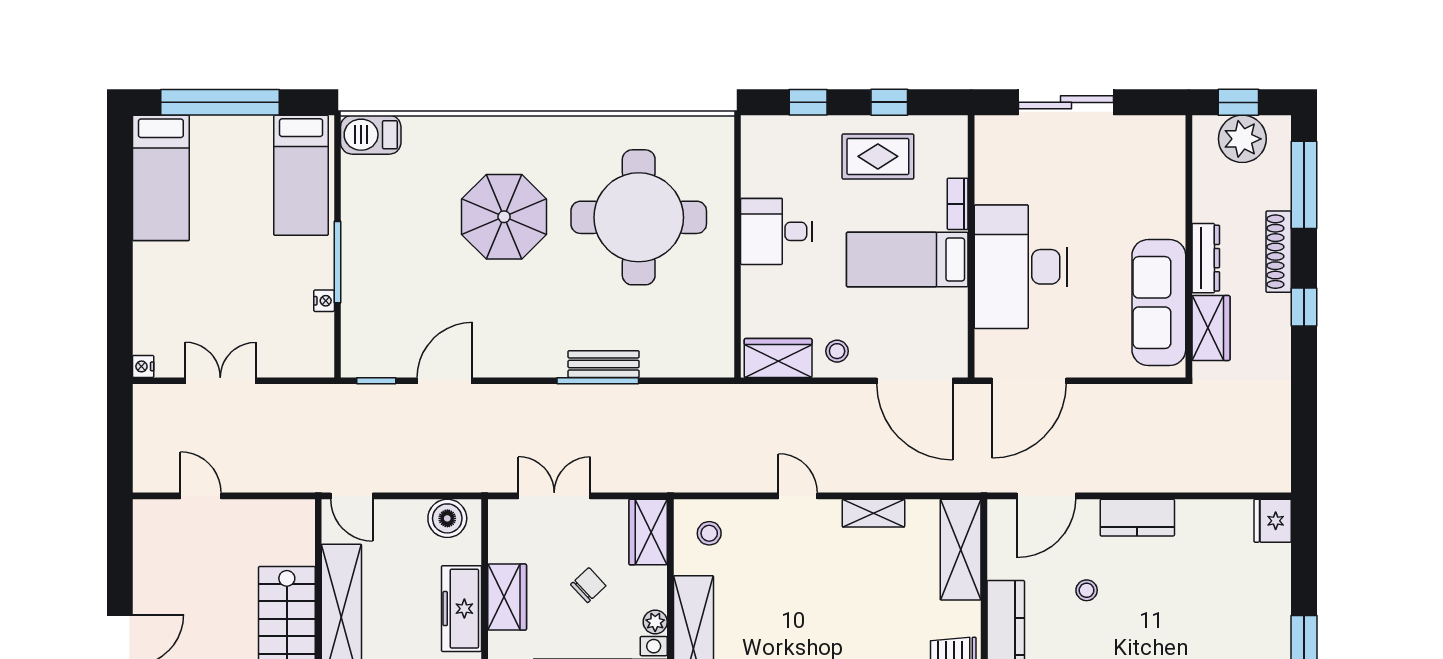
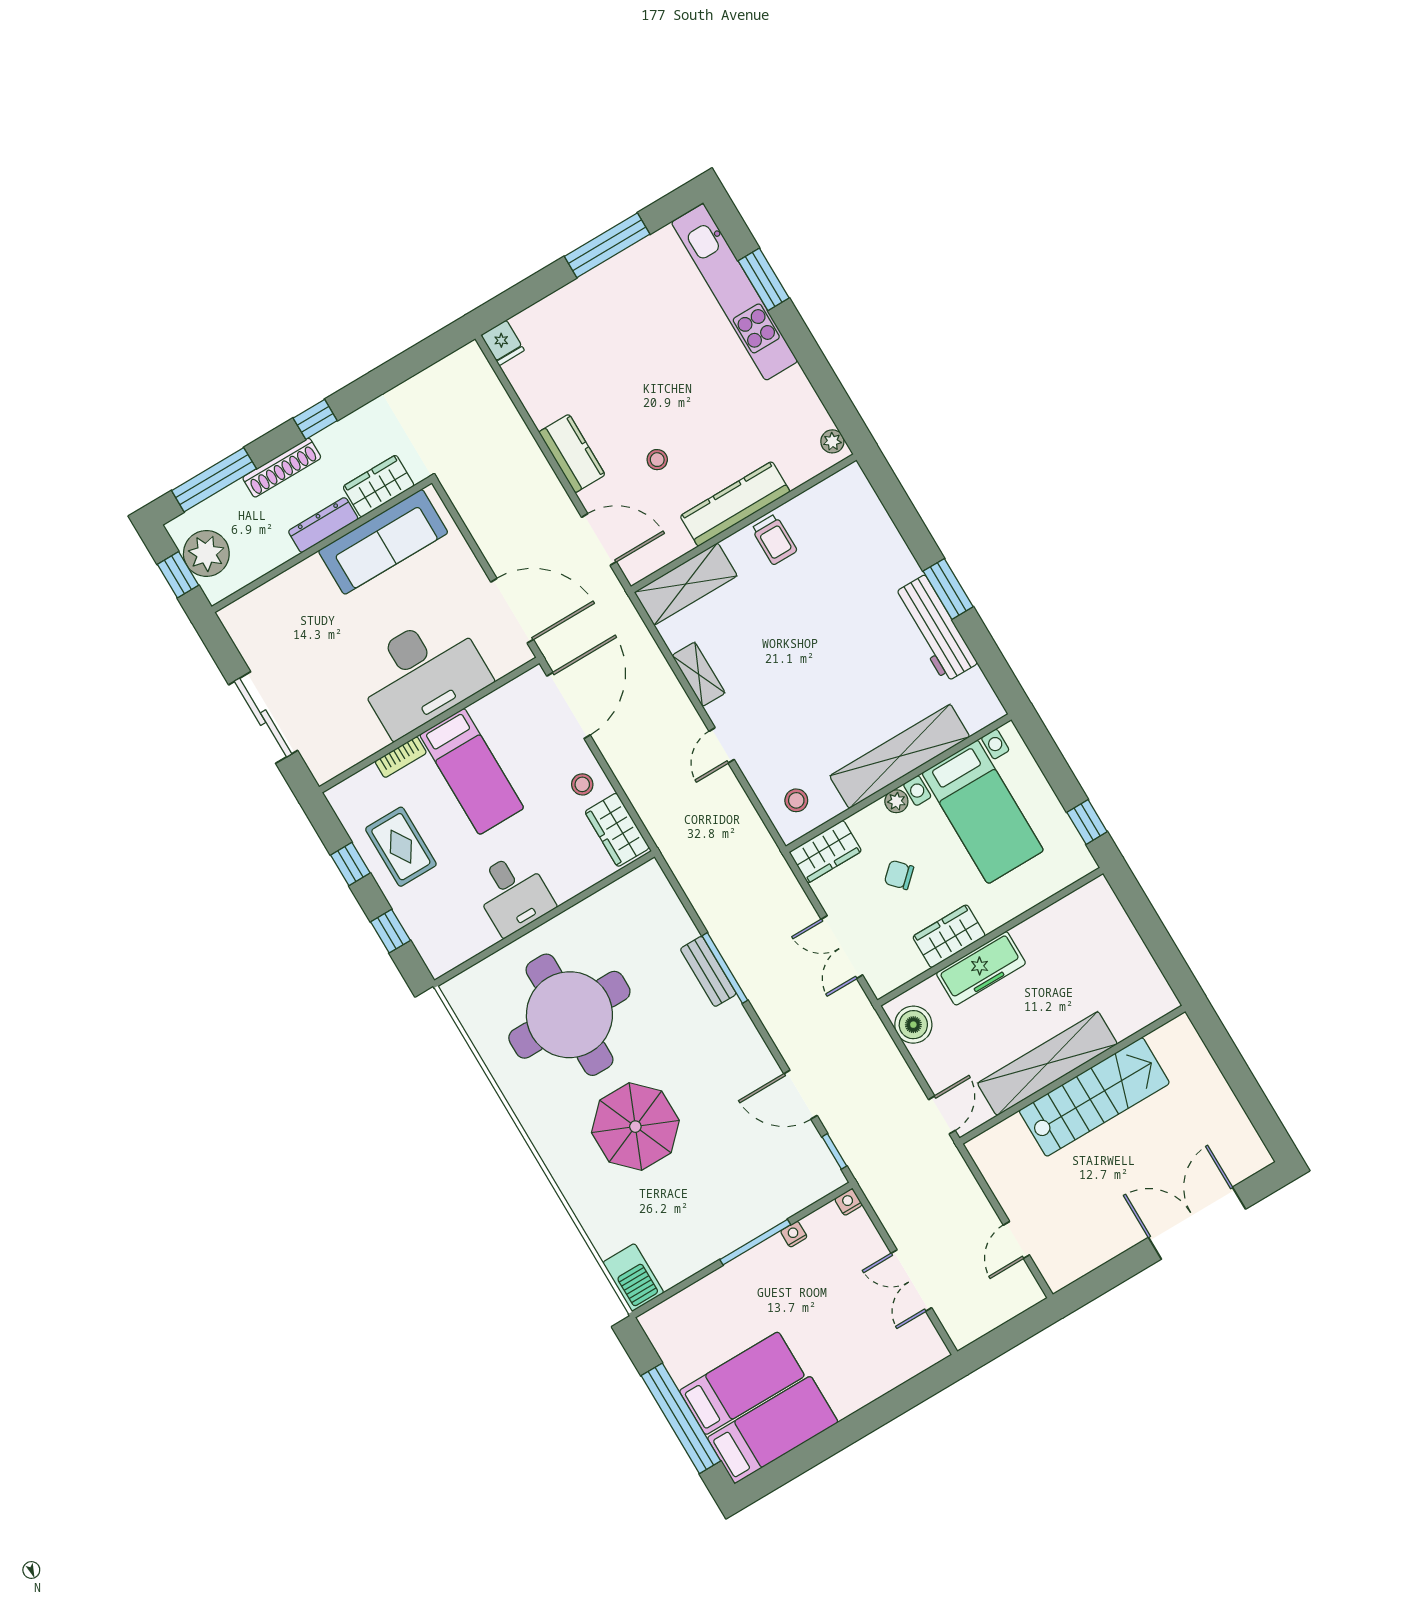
bed: (301, 175) -> (742, 1383), moved
nightstand: (143, 366) -> (848, 1202), moved, turned 180
fridge: (1273, 521) -> (503, 343), width x0.72

